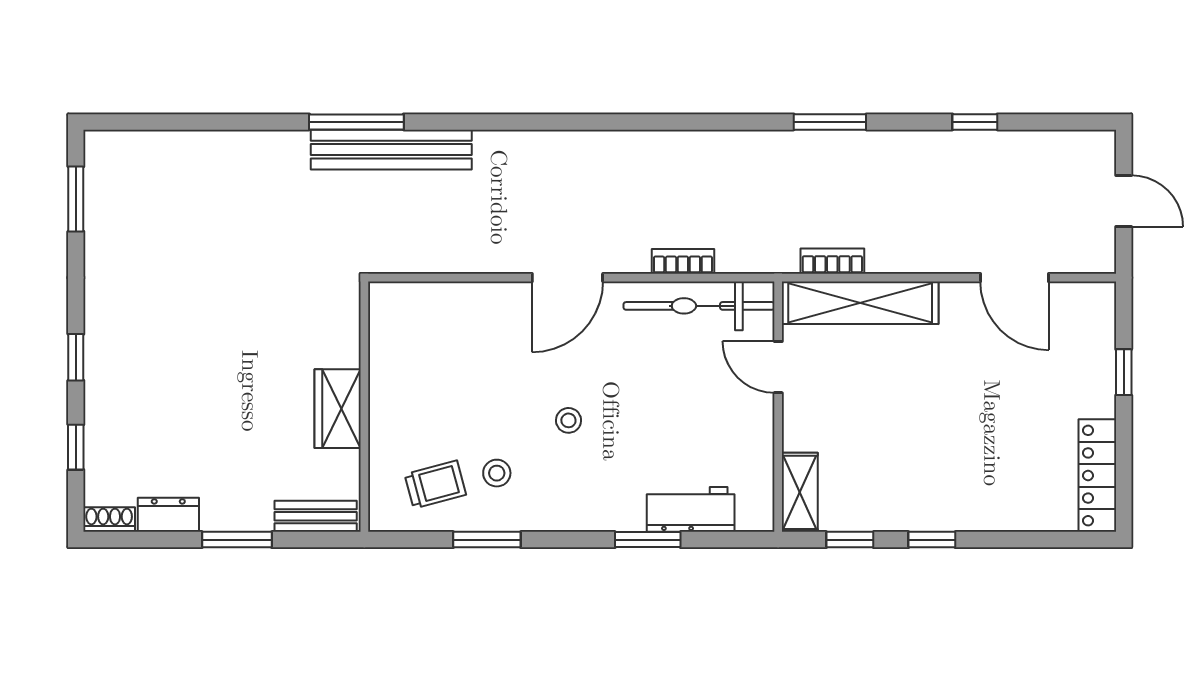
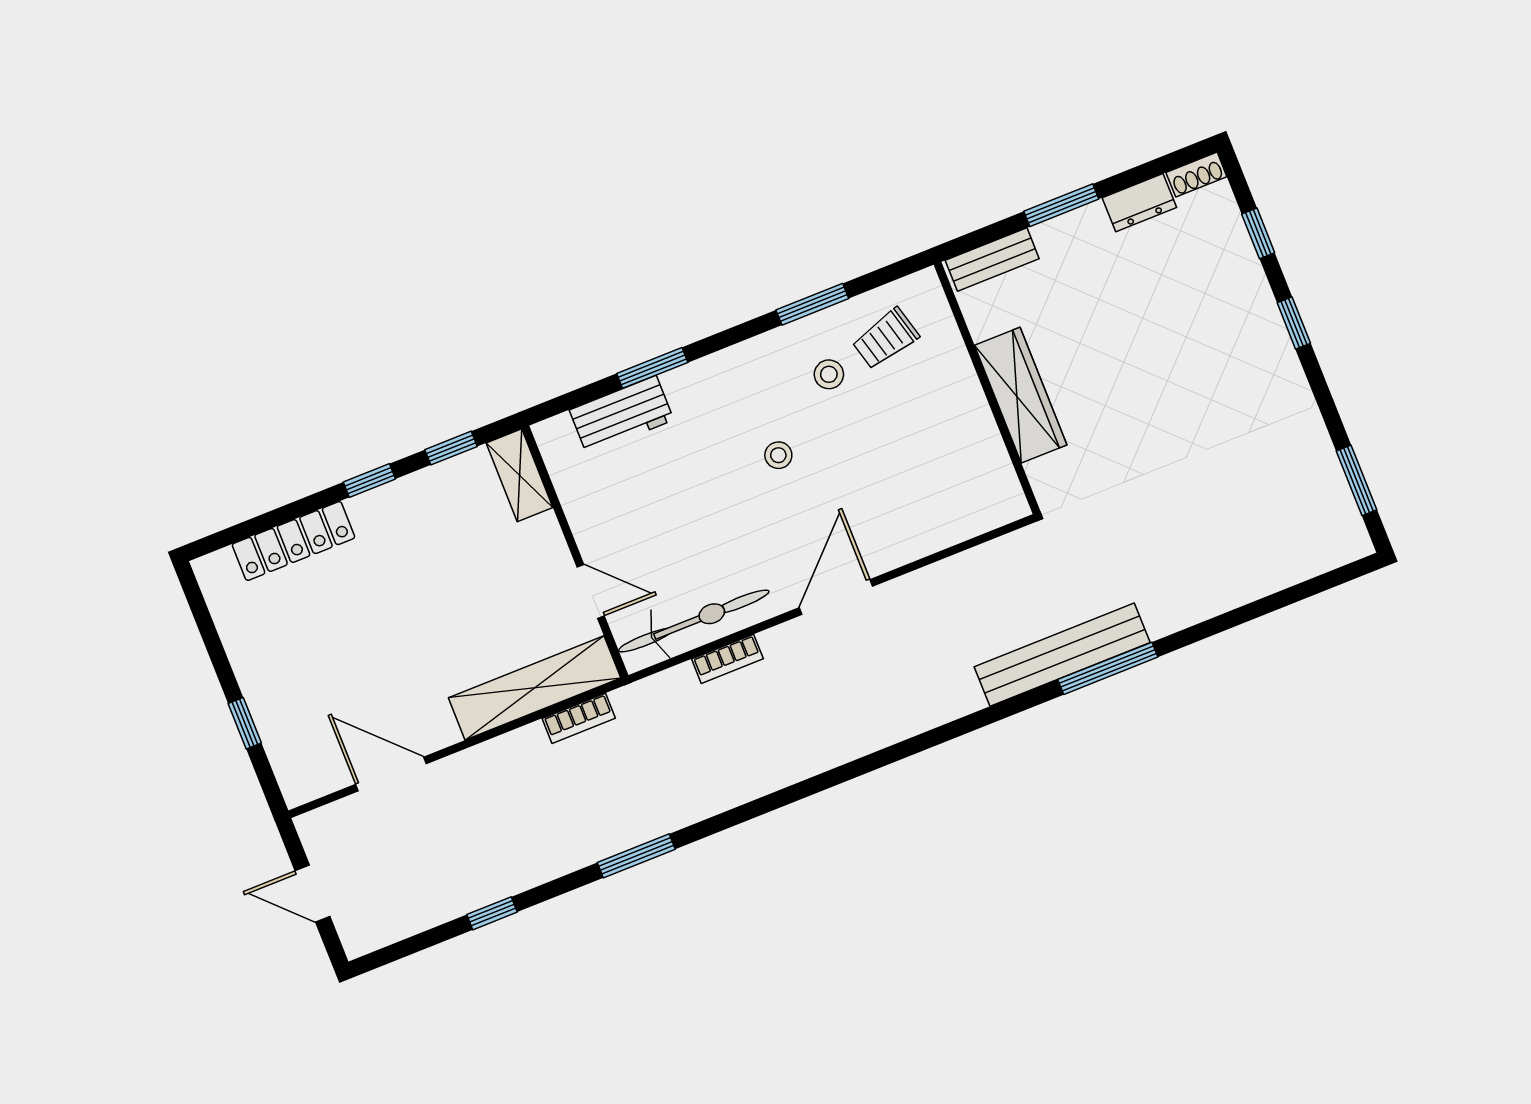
wardrobe: (338, 409) -> (1021, 395), width x1.50
locker: (1097, 476) -> (294, 541), moved, turned 90

